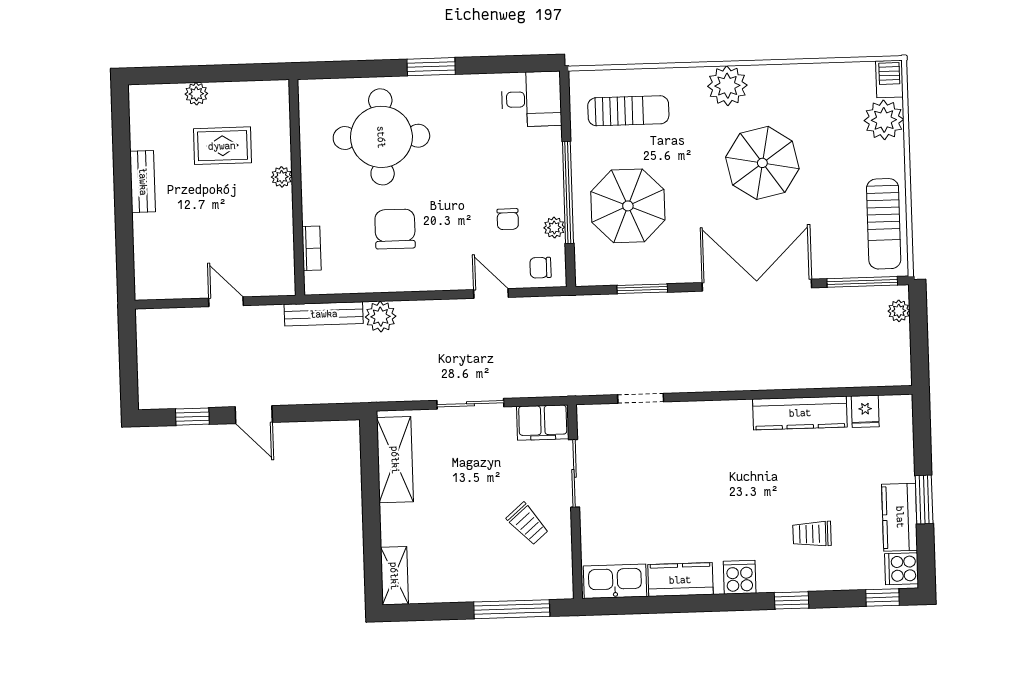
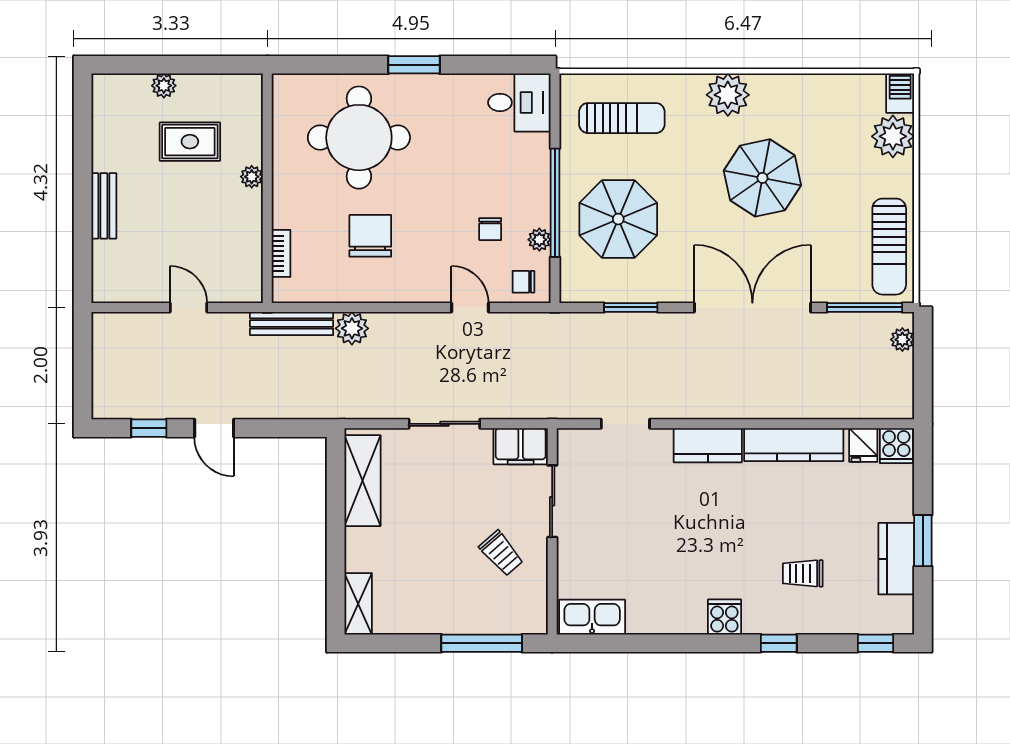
bench: (143, 182) -> (104, 206), moved
cooker: (902, 569) -> (896, 446), moved, turned -90
kitchen counter: (680, 580) -> (708, 445), moved, turned 180

